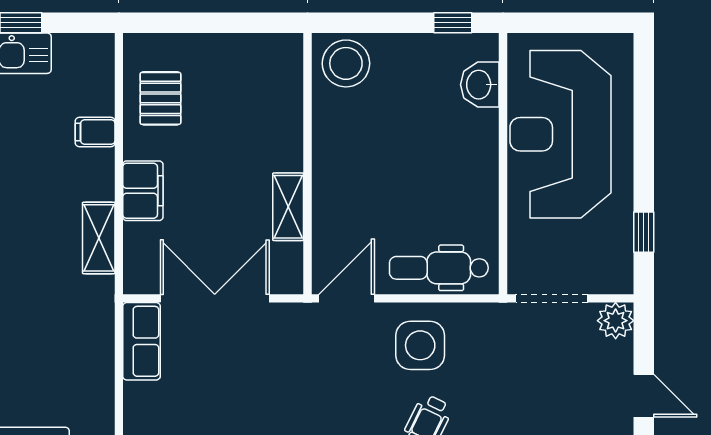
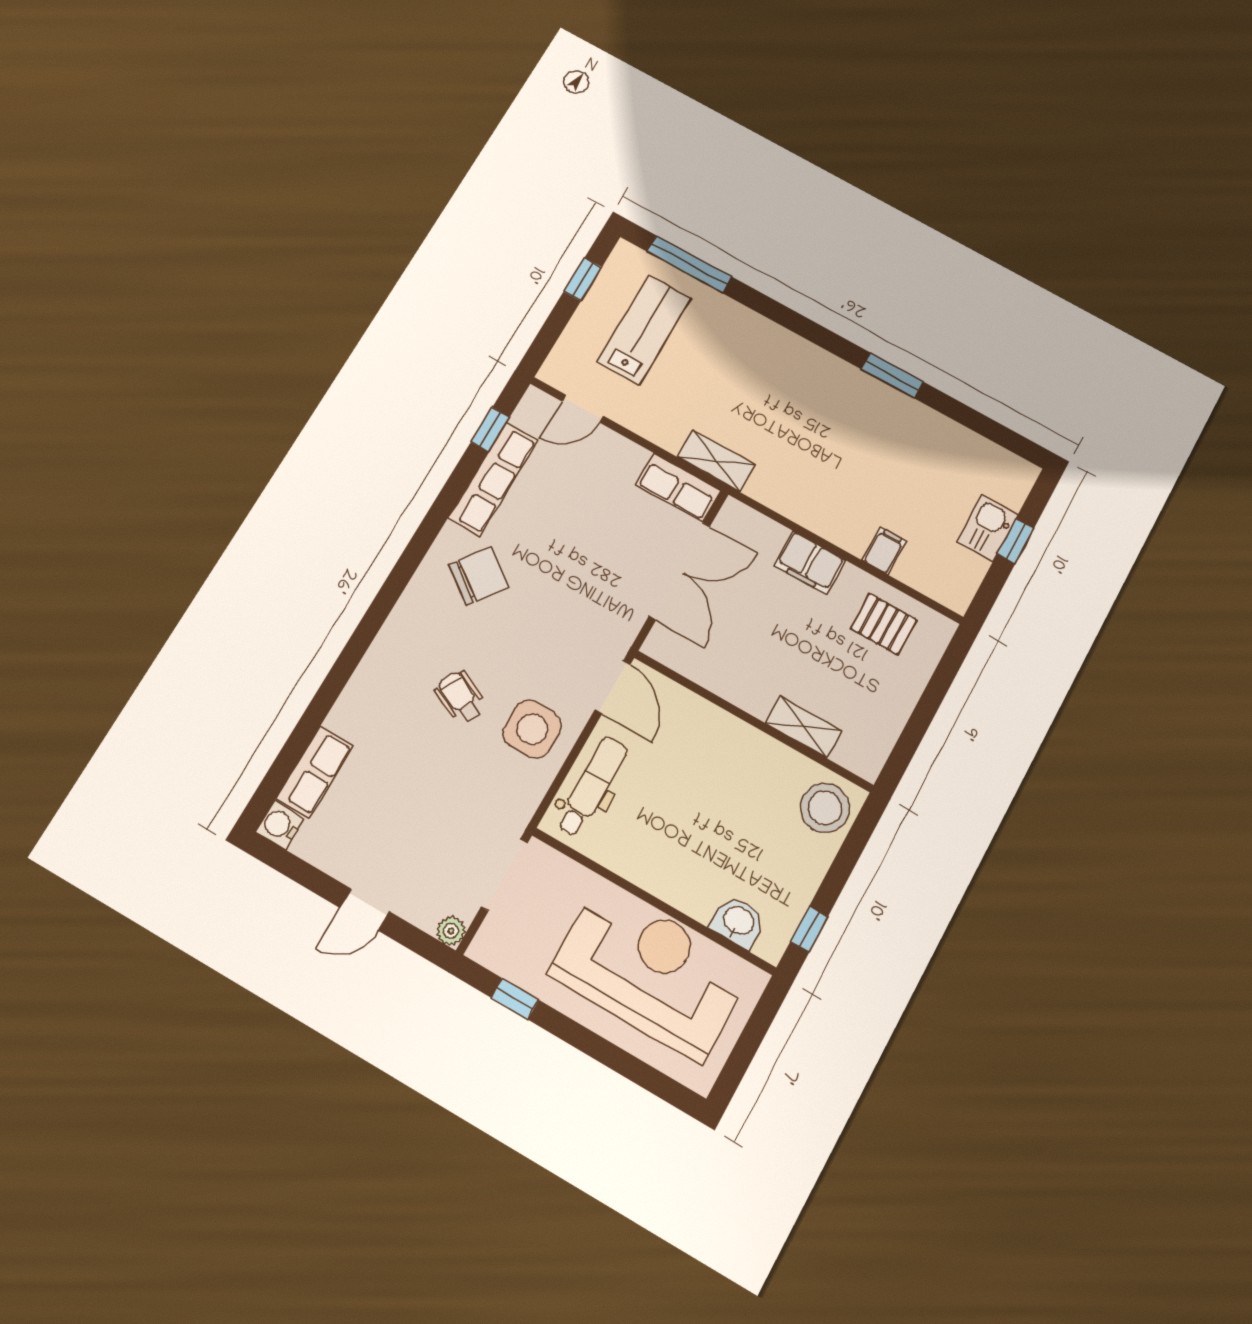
shelving: (288, 207) -> (804, 727), moved
shelving: (99, 238) -> (716, 461), moved
plant: (616, 321) -> (451, 931), width x0.73, depth x0.73

